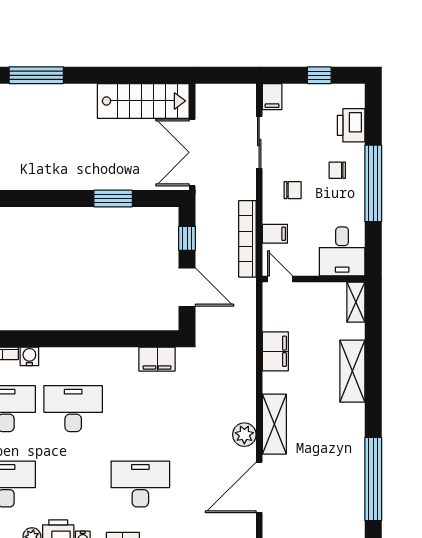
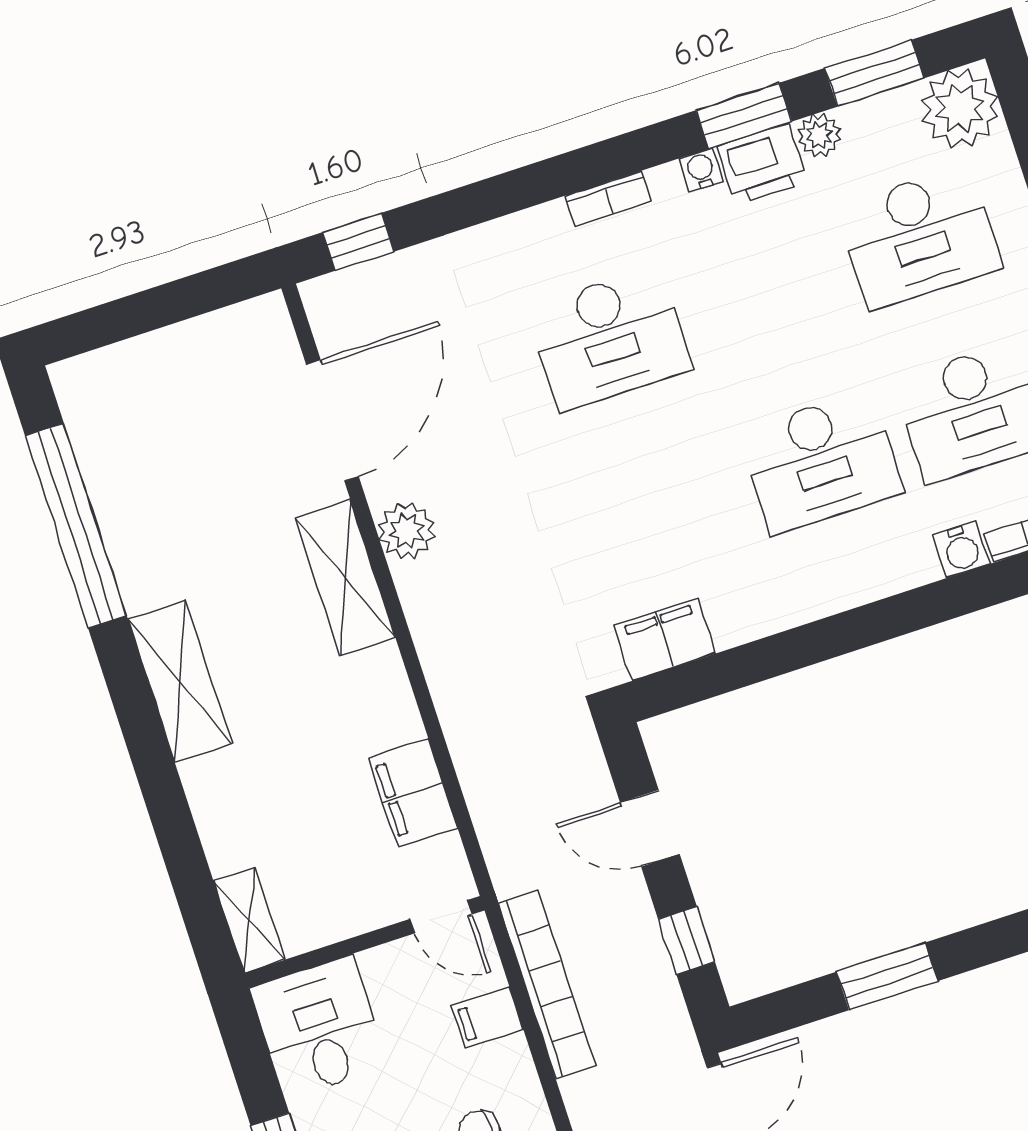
door: (187, 287) -> (650, 828), width x0.73
filing cabinet: (275, 351) -> (413, 793), moved
shelving: (352, 371) -> (180, 681), moved

